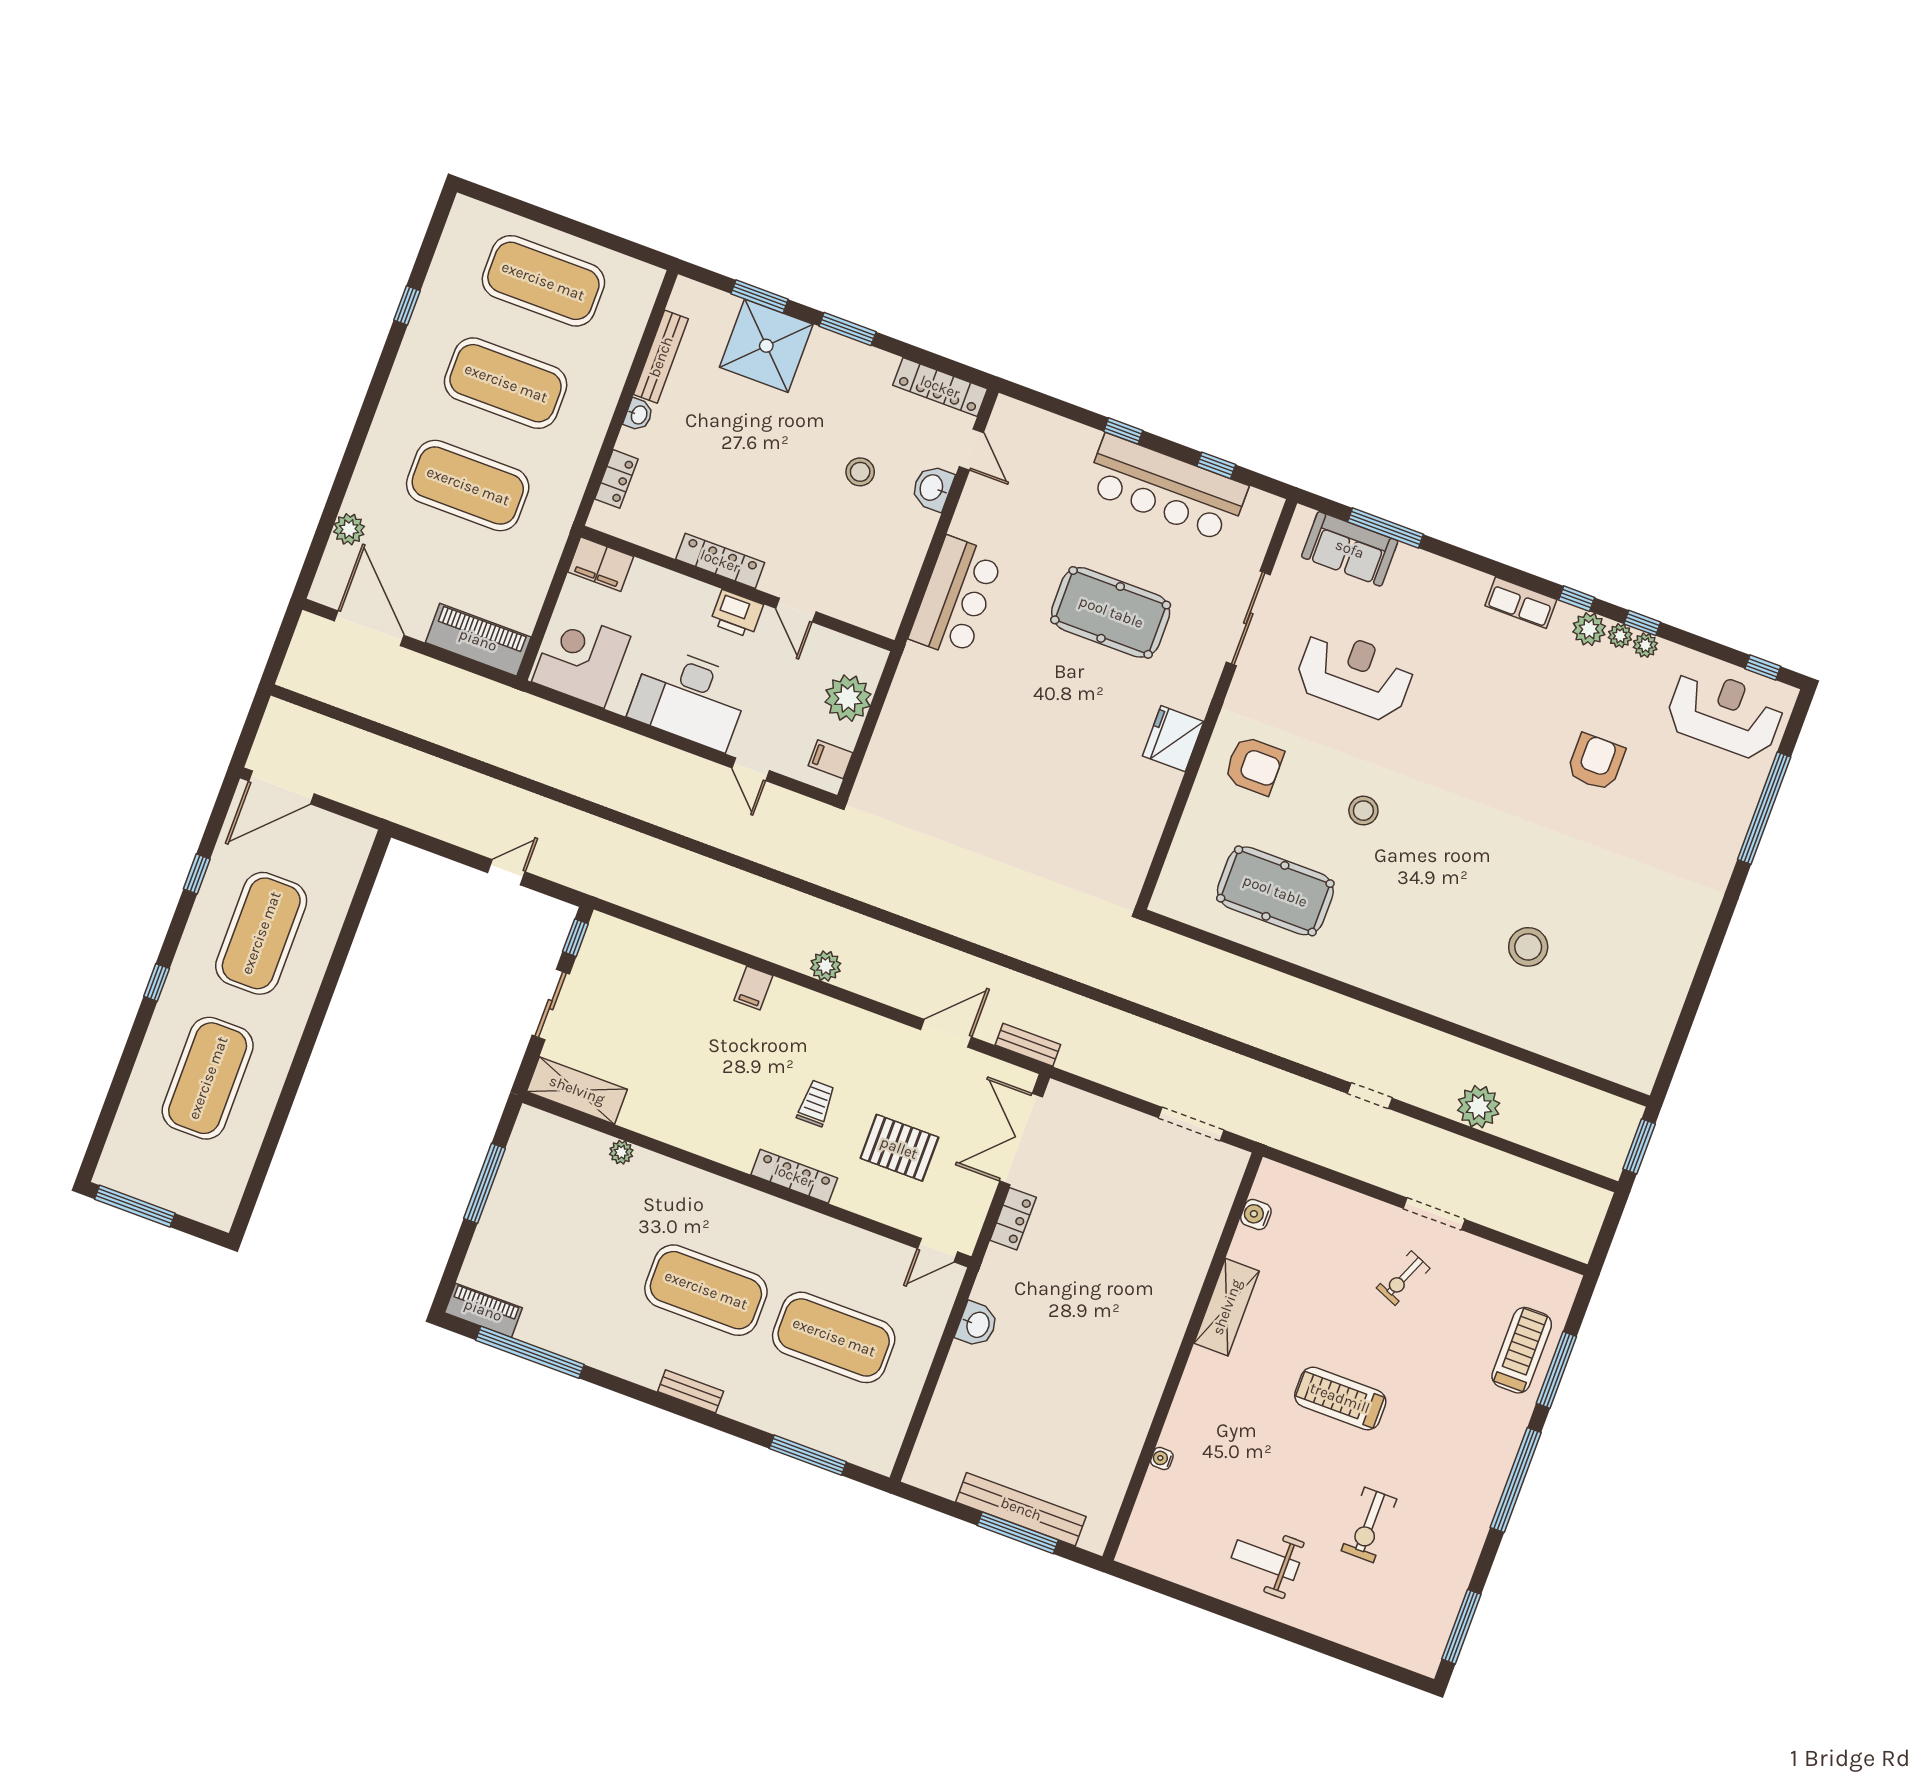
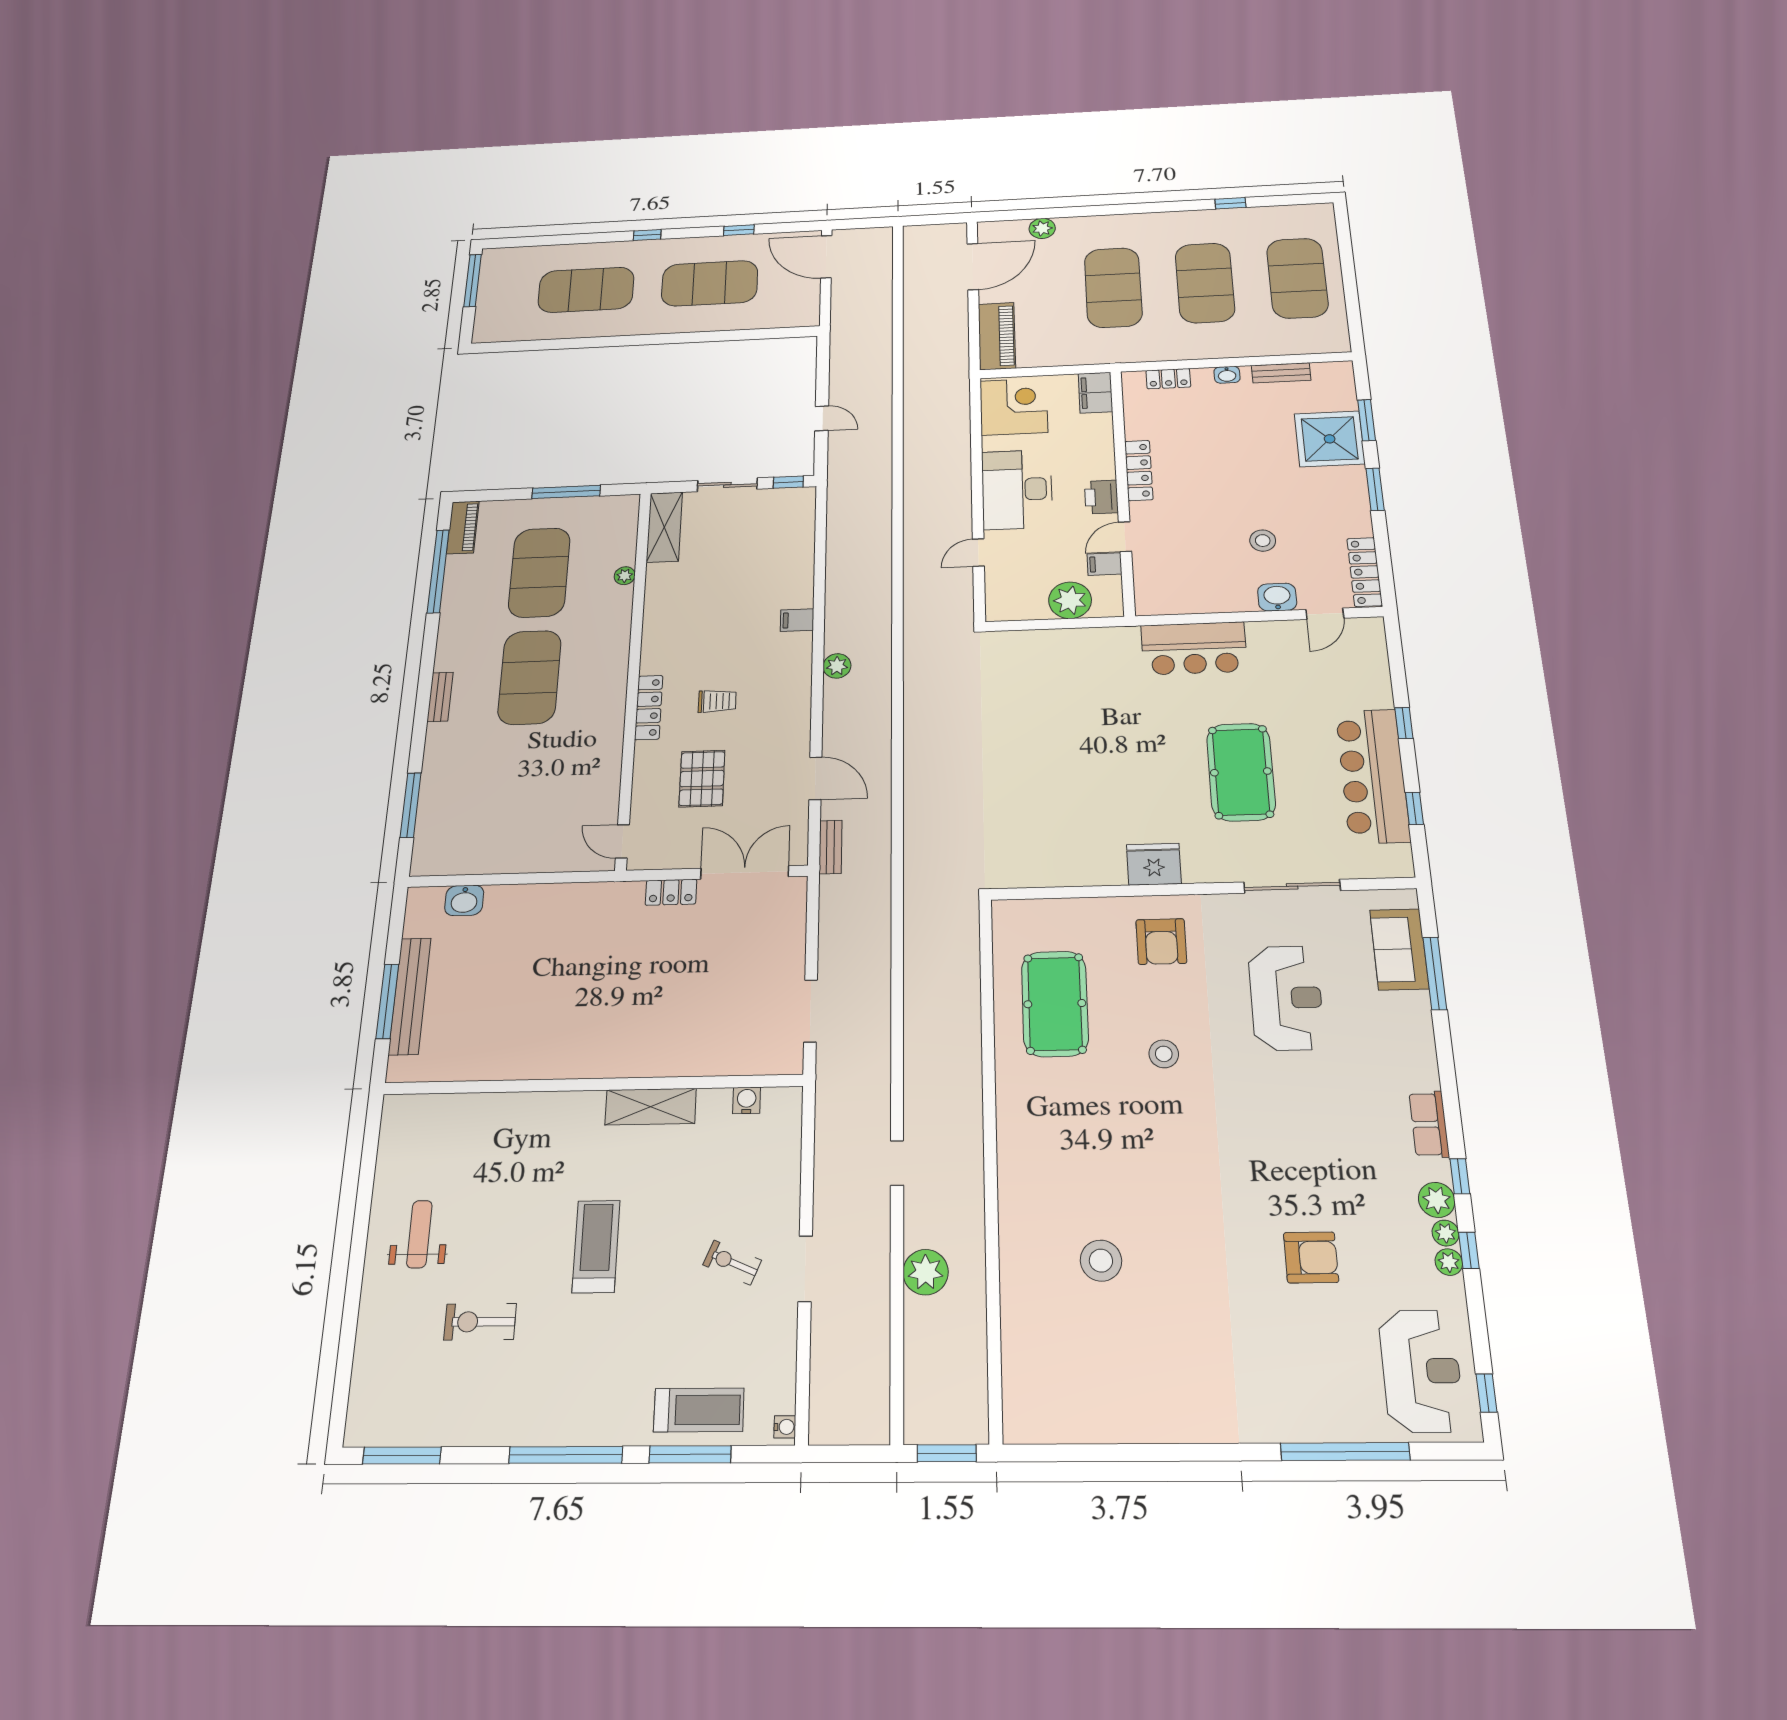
bench: (661, 357) -> (1281, 373), width x0.73
filing cabinet: (830, 759) -> (1104, 564), moved, turned -90
washbasin: (977, 1324) -> (464, 900), moved
exercise mat: (834, 1337) -> (539, 572), moved
water cooler: (1162, 1459) -> (785, 1427), moved, turned 90

